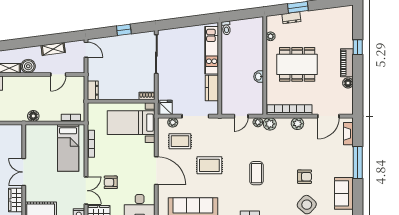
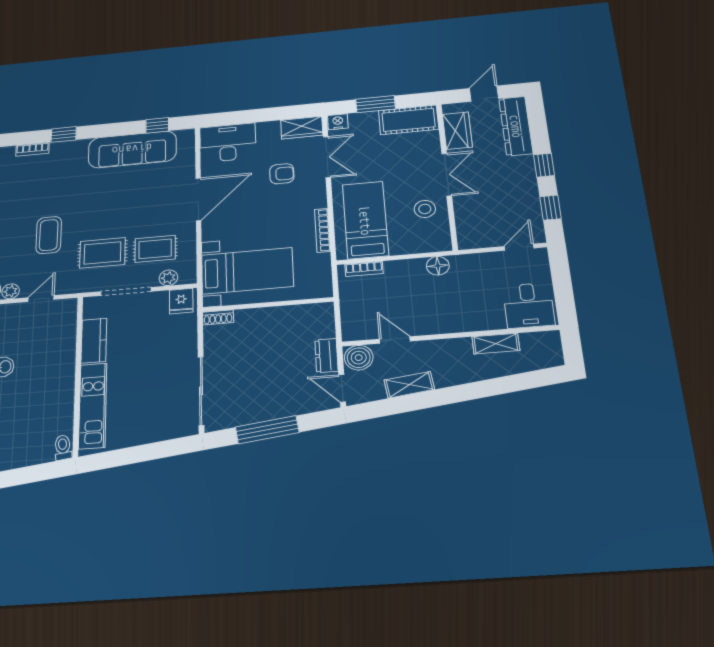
window: (124, 30) -> (267, 430), width x2.17
boiler: (28, 66) -> (359, 358), moved
door: (58, 75) -> (395, 340), hinge flipped
dresser: (93, 90) -> (326, 356), moved
stool: (37, 151) -> (425, 209), added
rug: (209, 165) -> (102, 253), moved
door: (156, 171) -> (198, 199), swing flipped
coffee table: (256, 173) -> (49, 235), moved
double door: (86, 191) -> (327, 157), swing flipped

